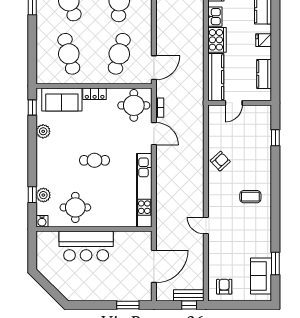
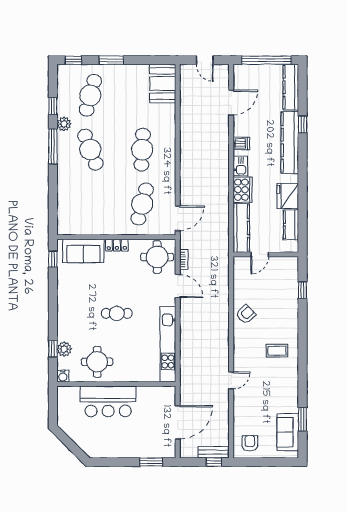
fridge: (264, 40) -> (288, 196), width x1.88, depth x1.34
cafe table: (69, 54) -> (90, 204), removed
plant: (43, 131) -> (64, 284), removed
door: (206, 226) -> (231, 380), swing flipped

